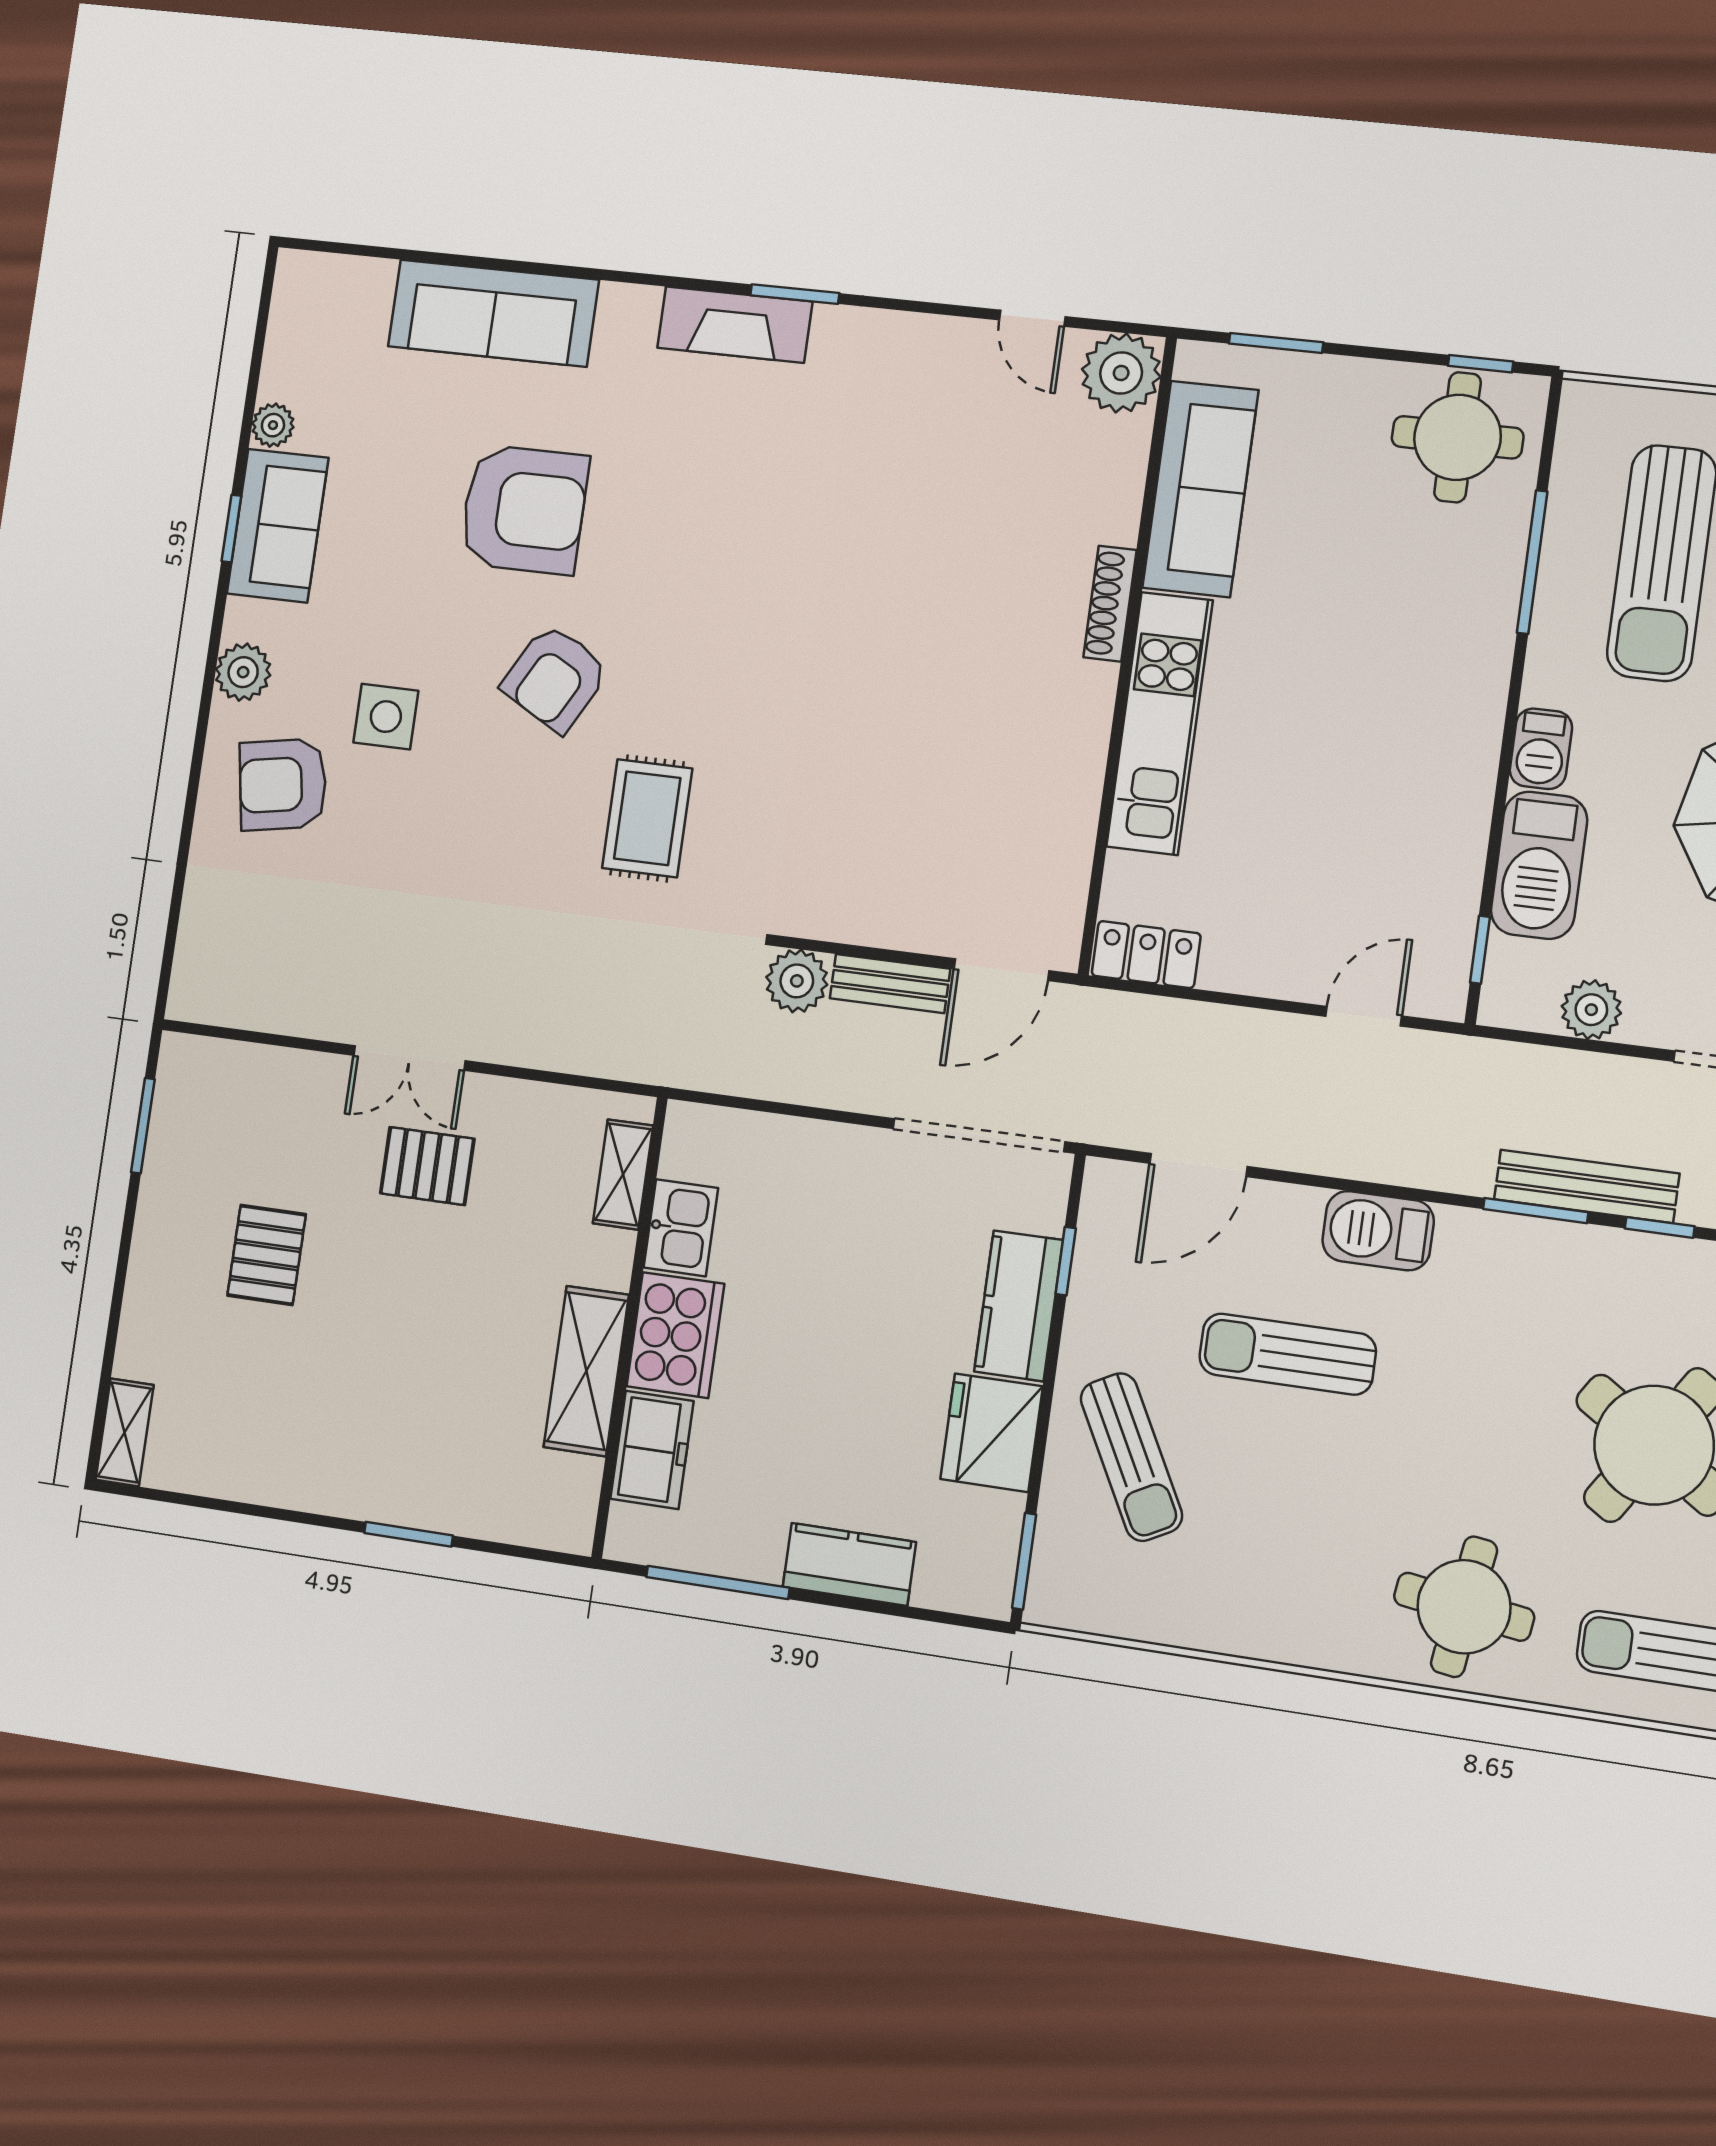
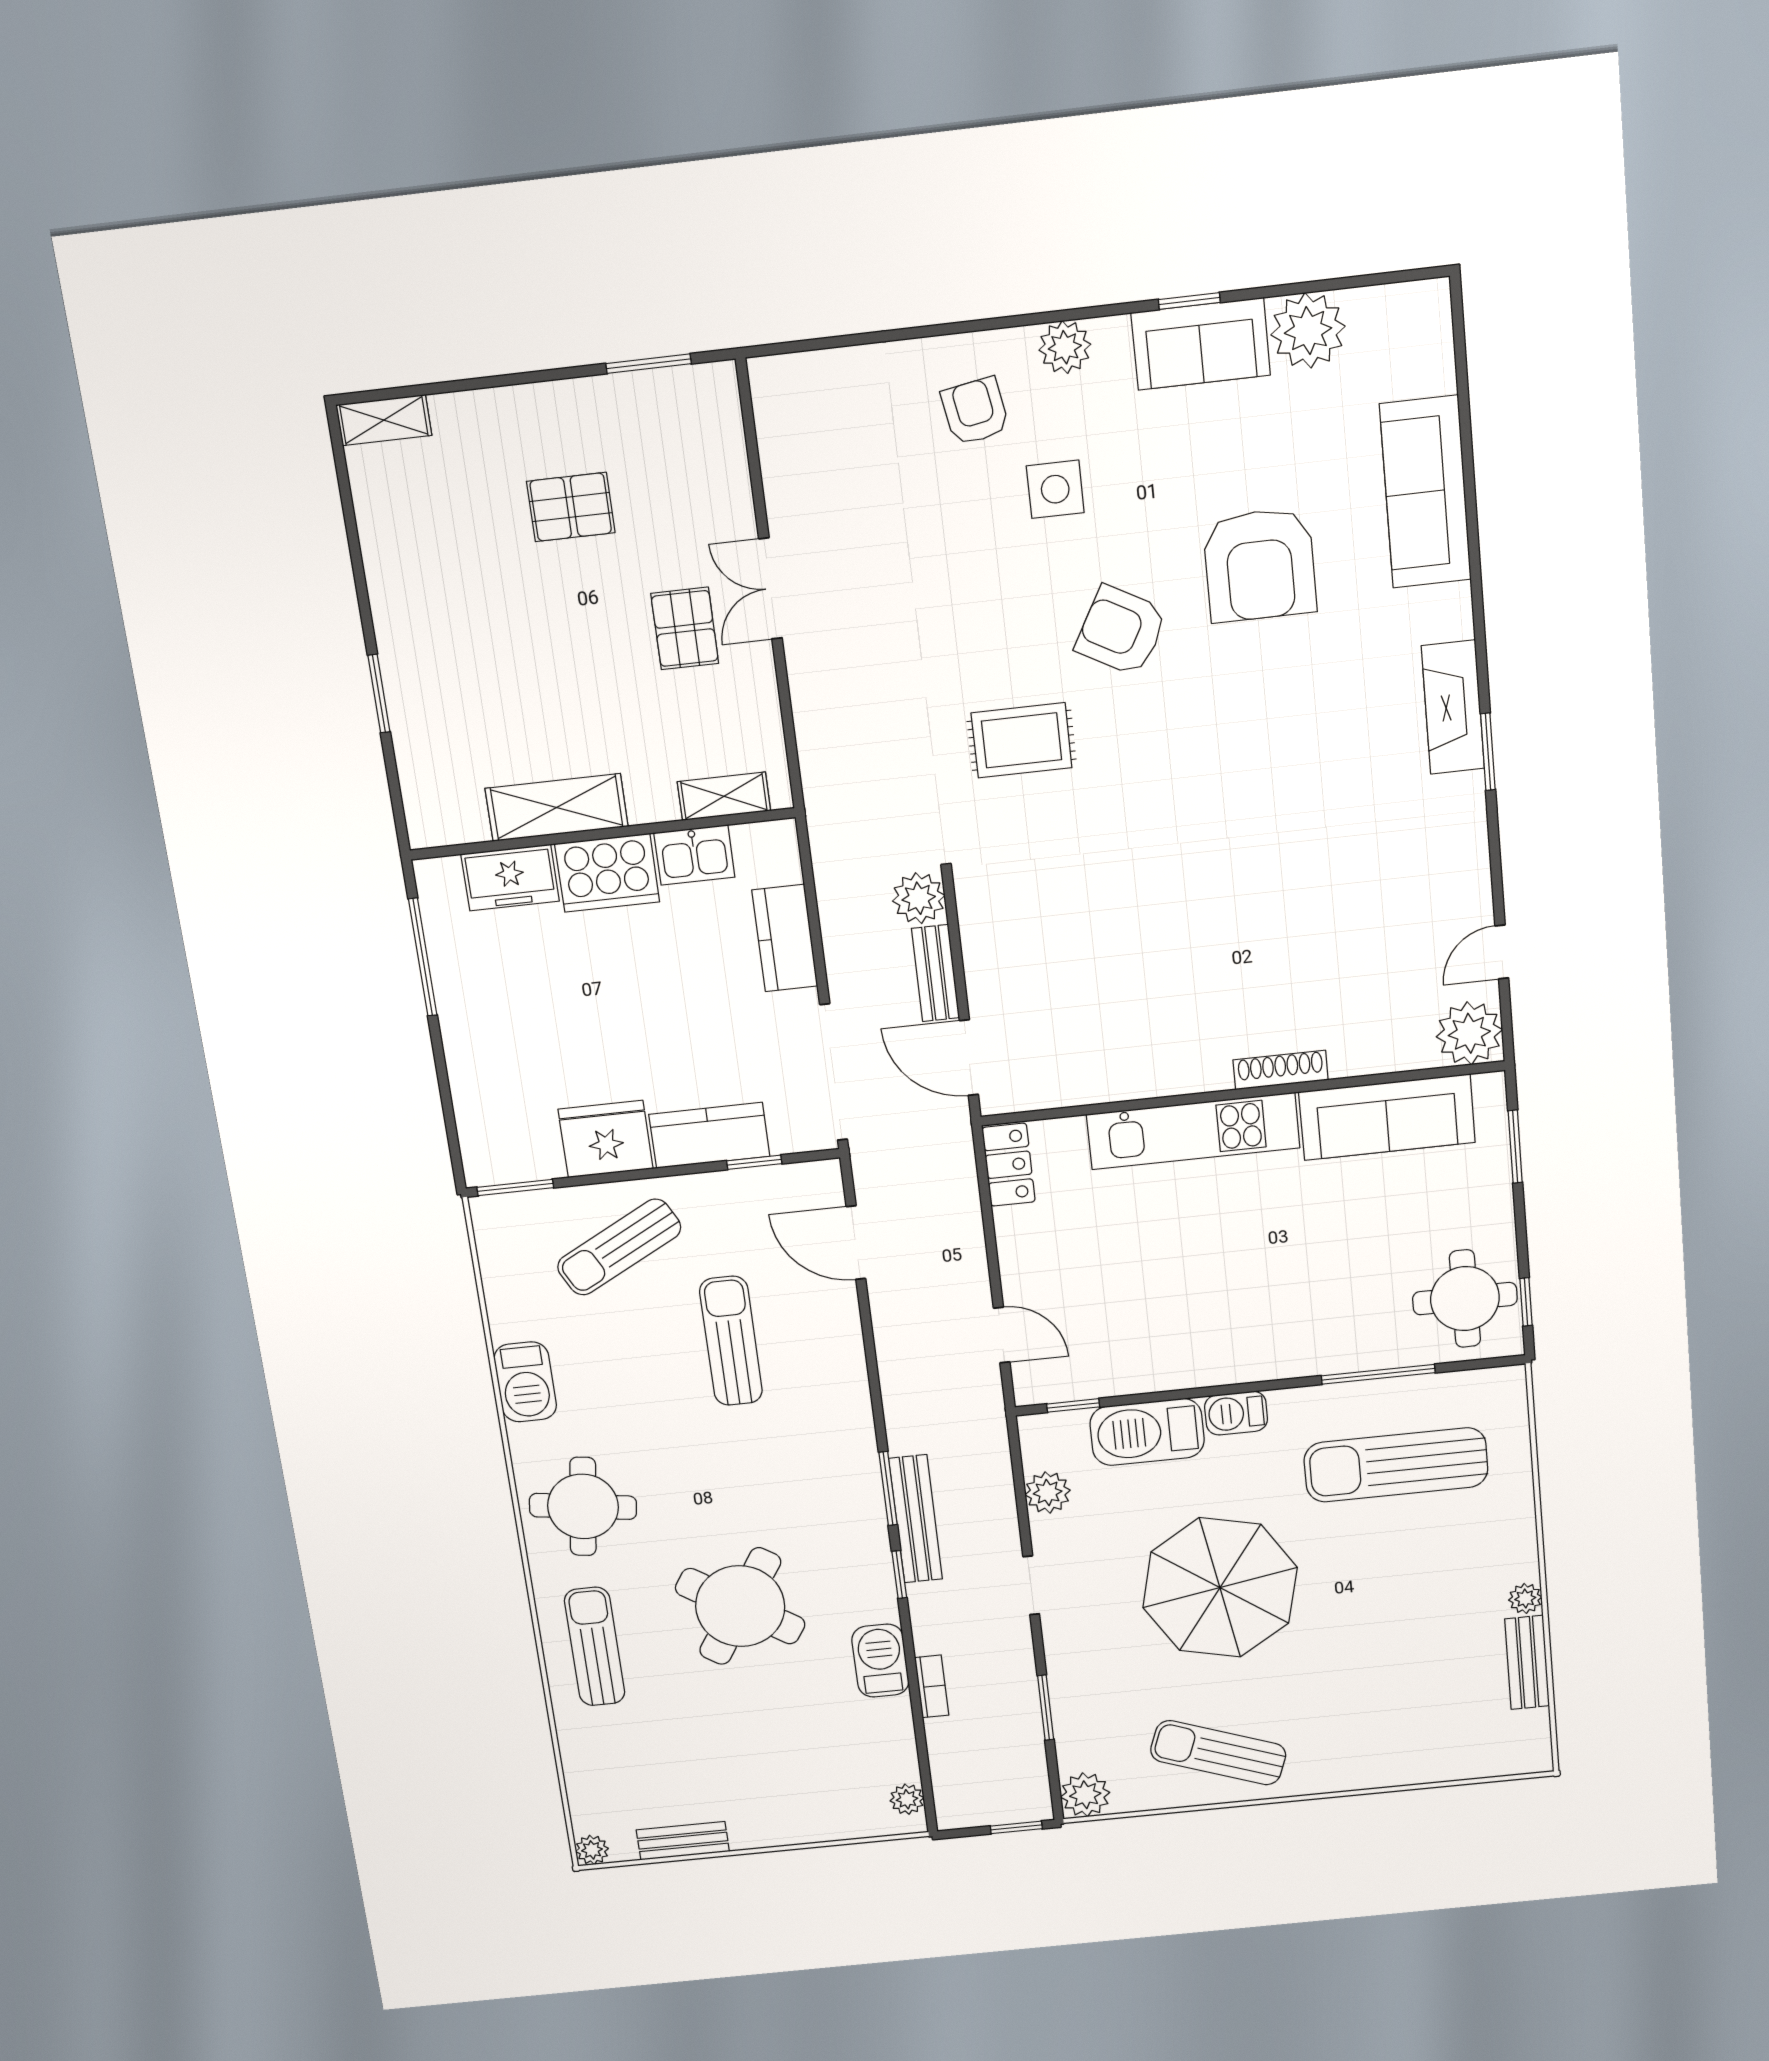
plant: (273, 425) -> (1308, 331), width x1.88, depth x1.88
armchair: (283, 784) -> (975, 411), width x0.72, depth x0.72
barbecue: (1378, 1231) -> (525, 1382), moved, turned 180
kitchen counter: (849, 1564) -> (785, 938), moved, turned 180

